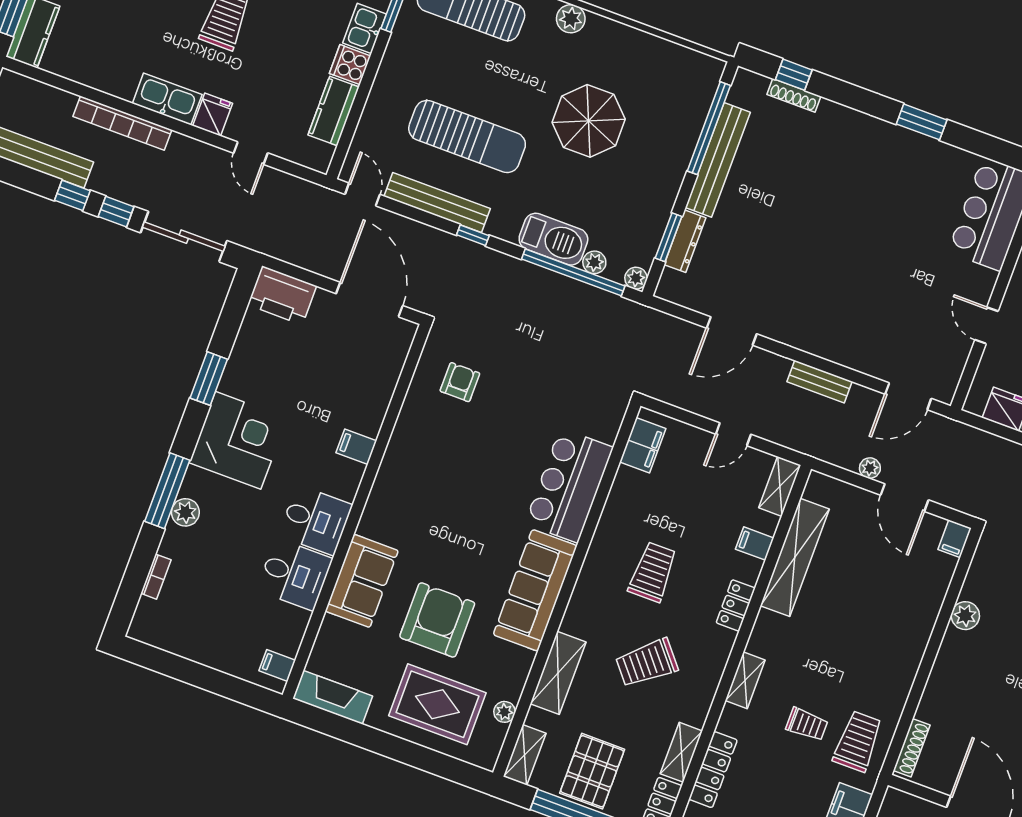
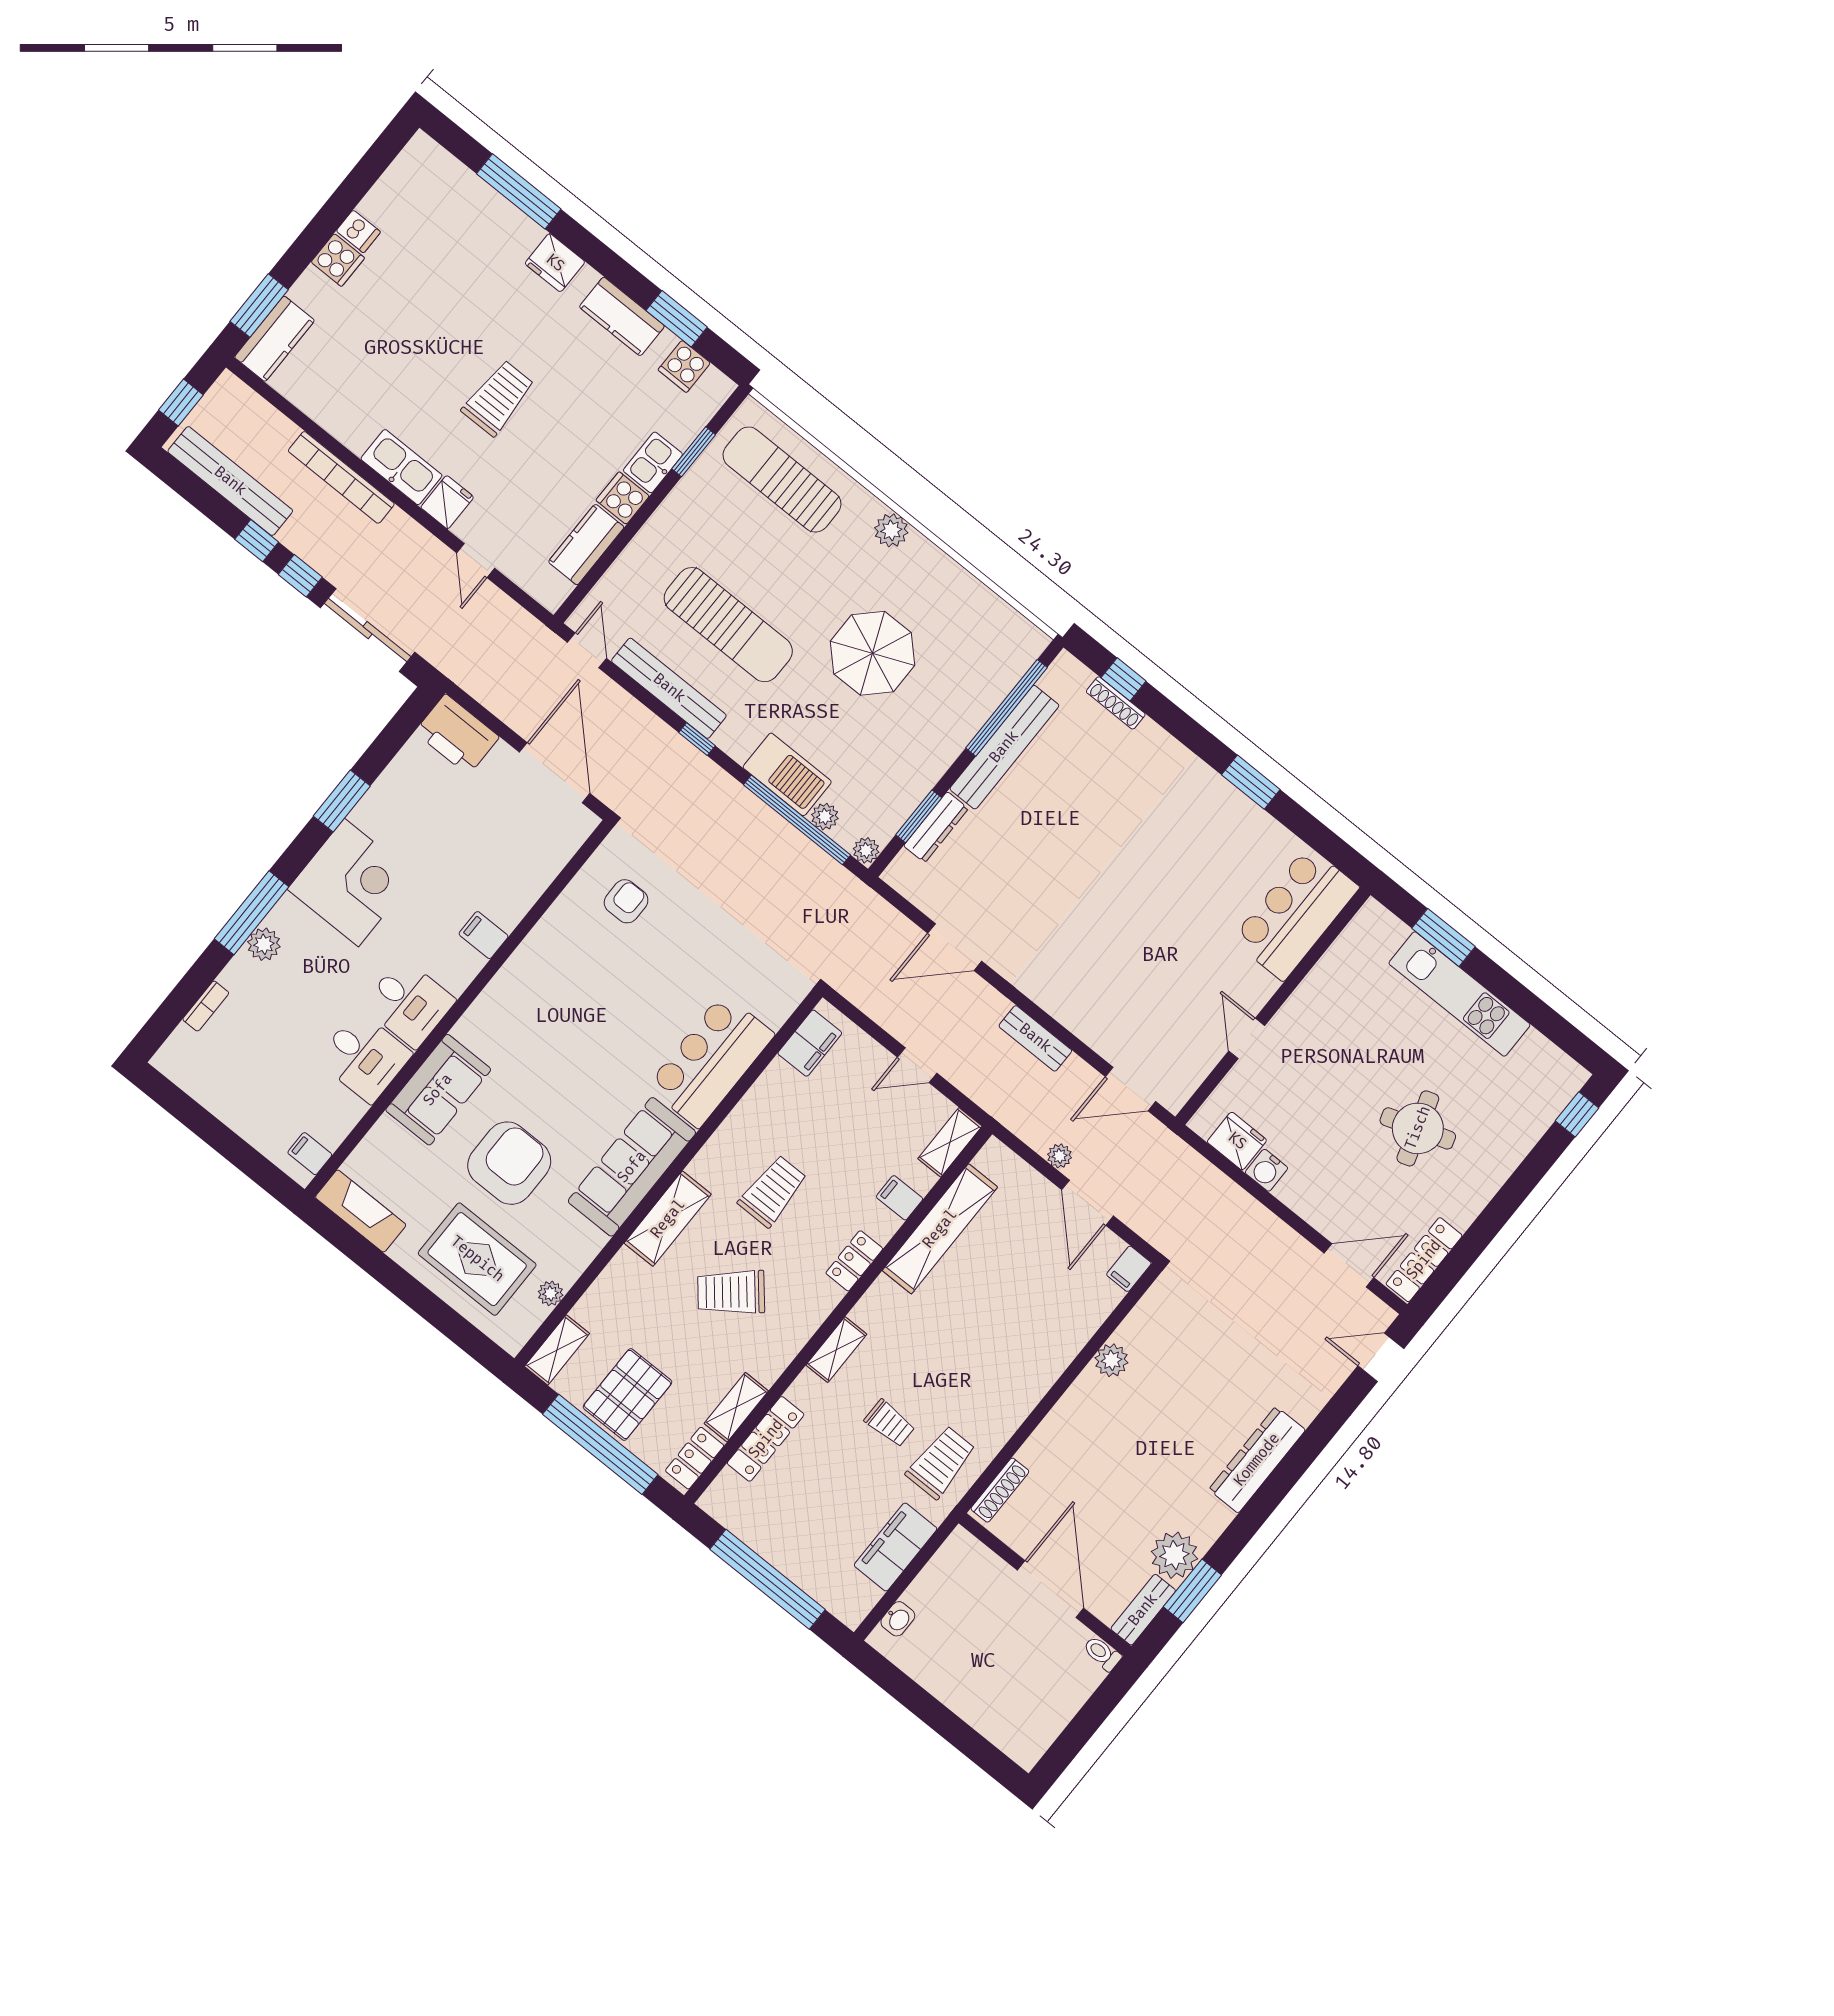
shelving: (558, 673) -> (668, 1219), moved

